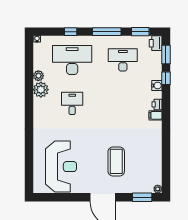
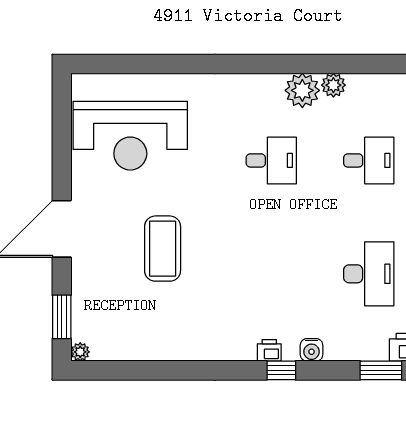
desk: (72, 60) -> (369, 160), width x0.53, depth x0.77
window: (166, 78) -> (281, 370), moved
filing cabinet: (156, 115) -> (245, 347), removed
coffee table: (116, 161) -> (163, 249), moved, turned 90

